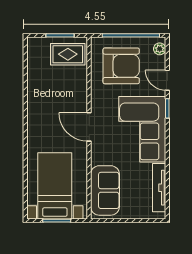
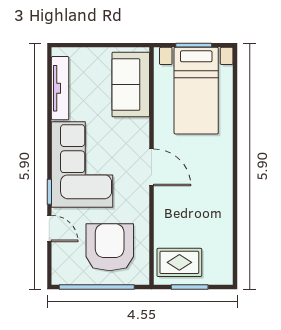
plant: (160, 49) -> (59, 269), removed
armchair: (121, 66) -> (110, 247), turned 90

